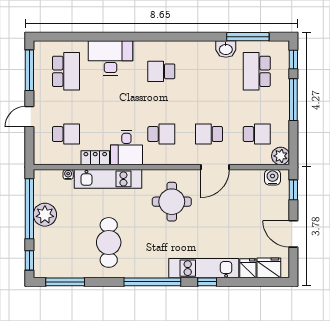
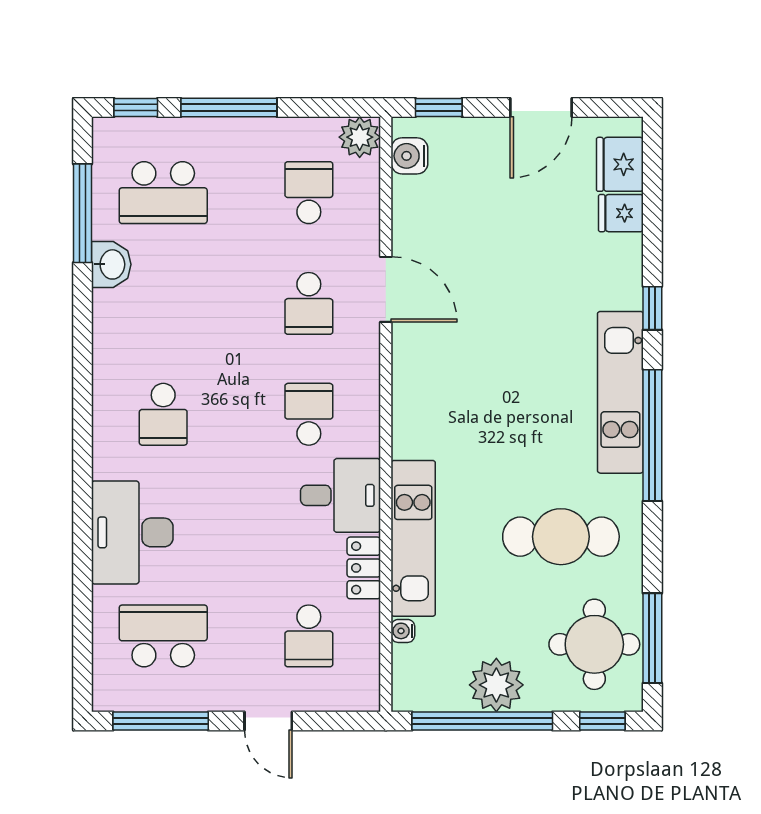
school desk: (66, 134) -> (309, 636), turned 180
round table: (172, 202) -> (594, 644), moved
kitchen unit: (204, 268) -> (620, 392), moved

